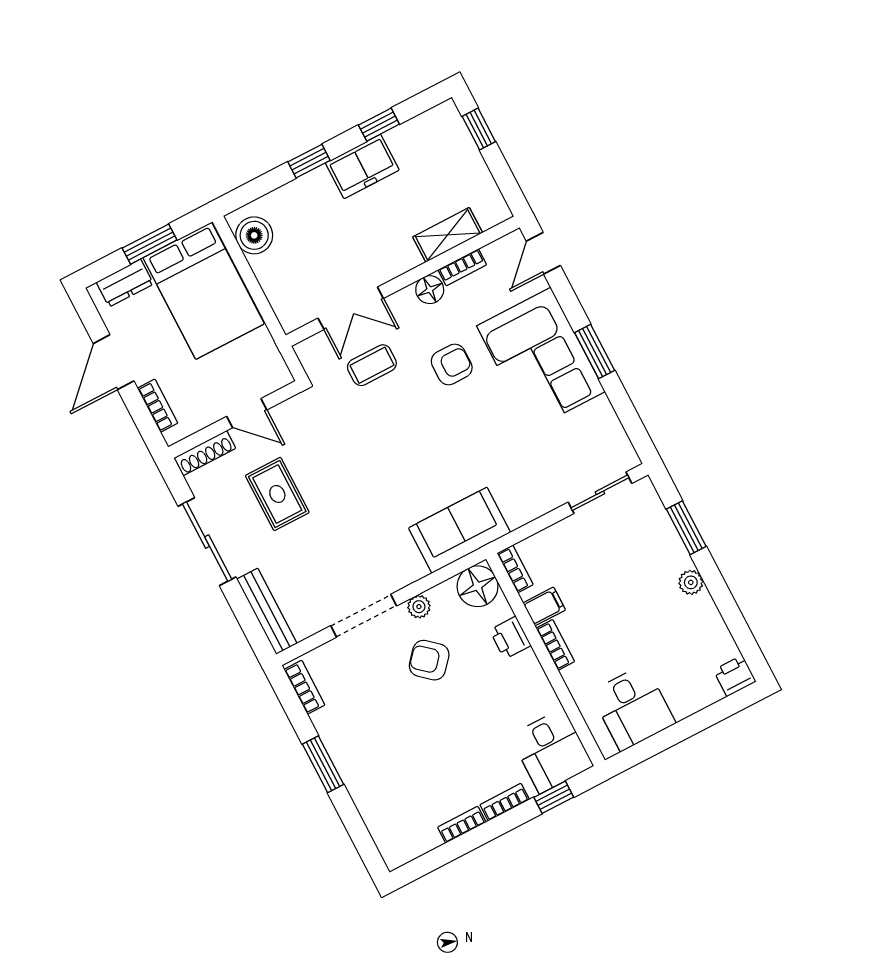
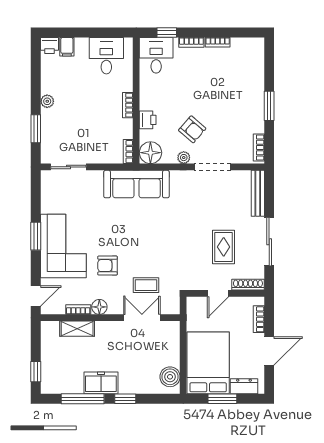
window: (379, 125) -> (83, 399), width x2.17
door: (247, 413) -> (218, 293), swing flipped
sofa: (460, 530) -> (136, 184), width x1.36
filing cabinet: (544, 606) -> (67, 47), moved, turned -90

